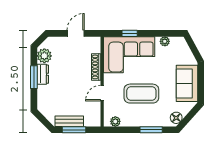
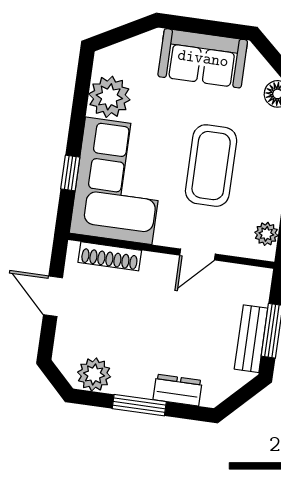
plant: (165, 41) -> (109, 97), width x1.87, depth x1.87
shoe rack: (96, 67) -> (110, 256), moved
dresser: (43, 74) -> (178, 390), moved
door: (102, 93) -> (198, 255), hinge flipped

